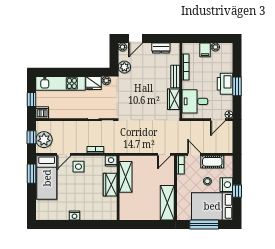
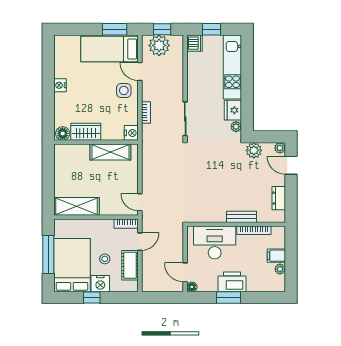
wardrobe: (174, 99) -> (212, 215), removed
desk: (195, 101) -> (215, 242), width x1.37
wardrobe: (110, 185) -> (86, 132), moved
floor lamp: (111, 213) -> (63, 133), added

